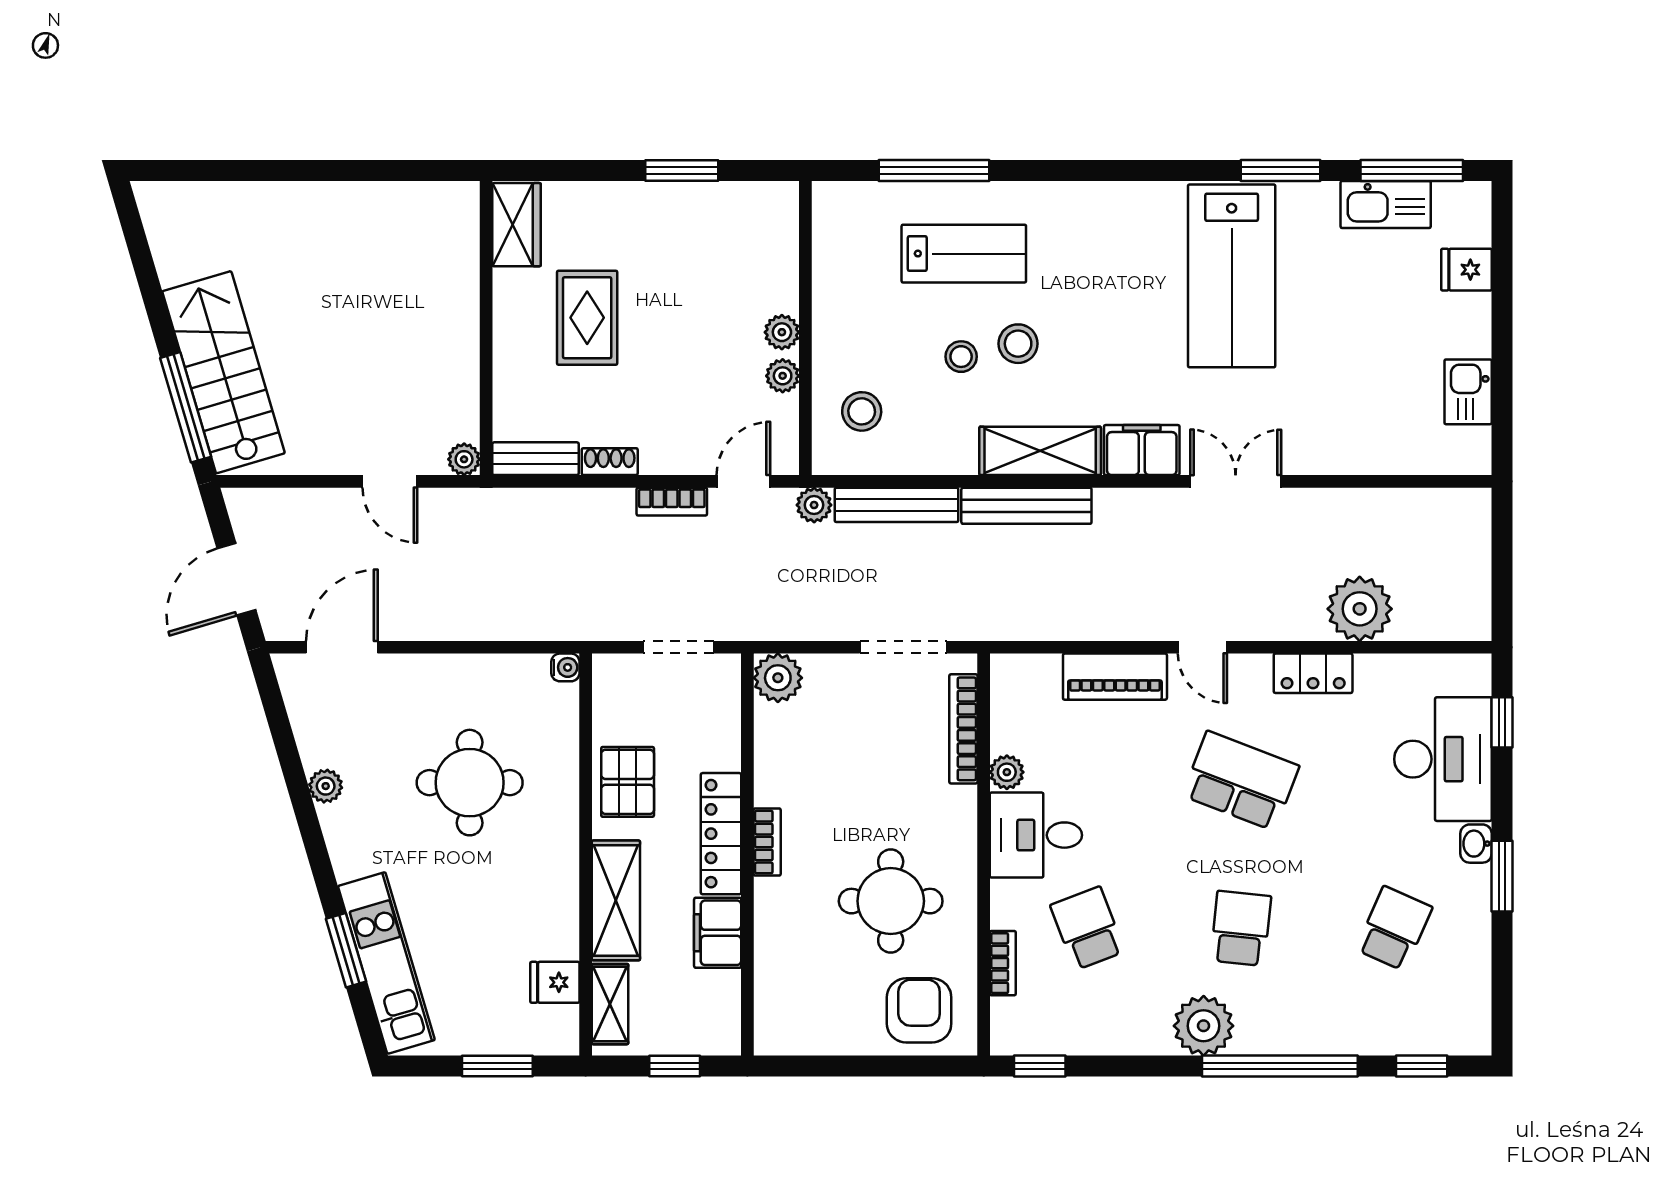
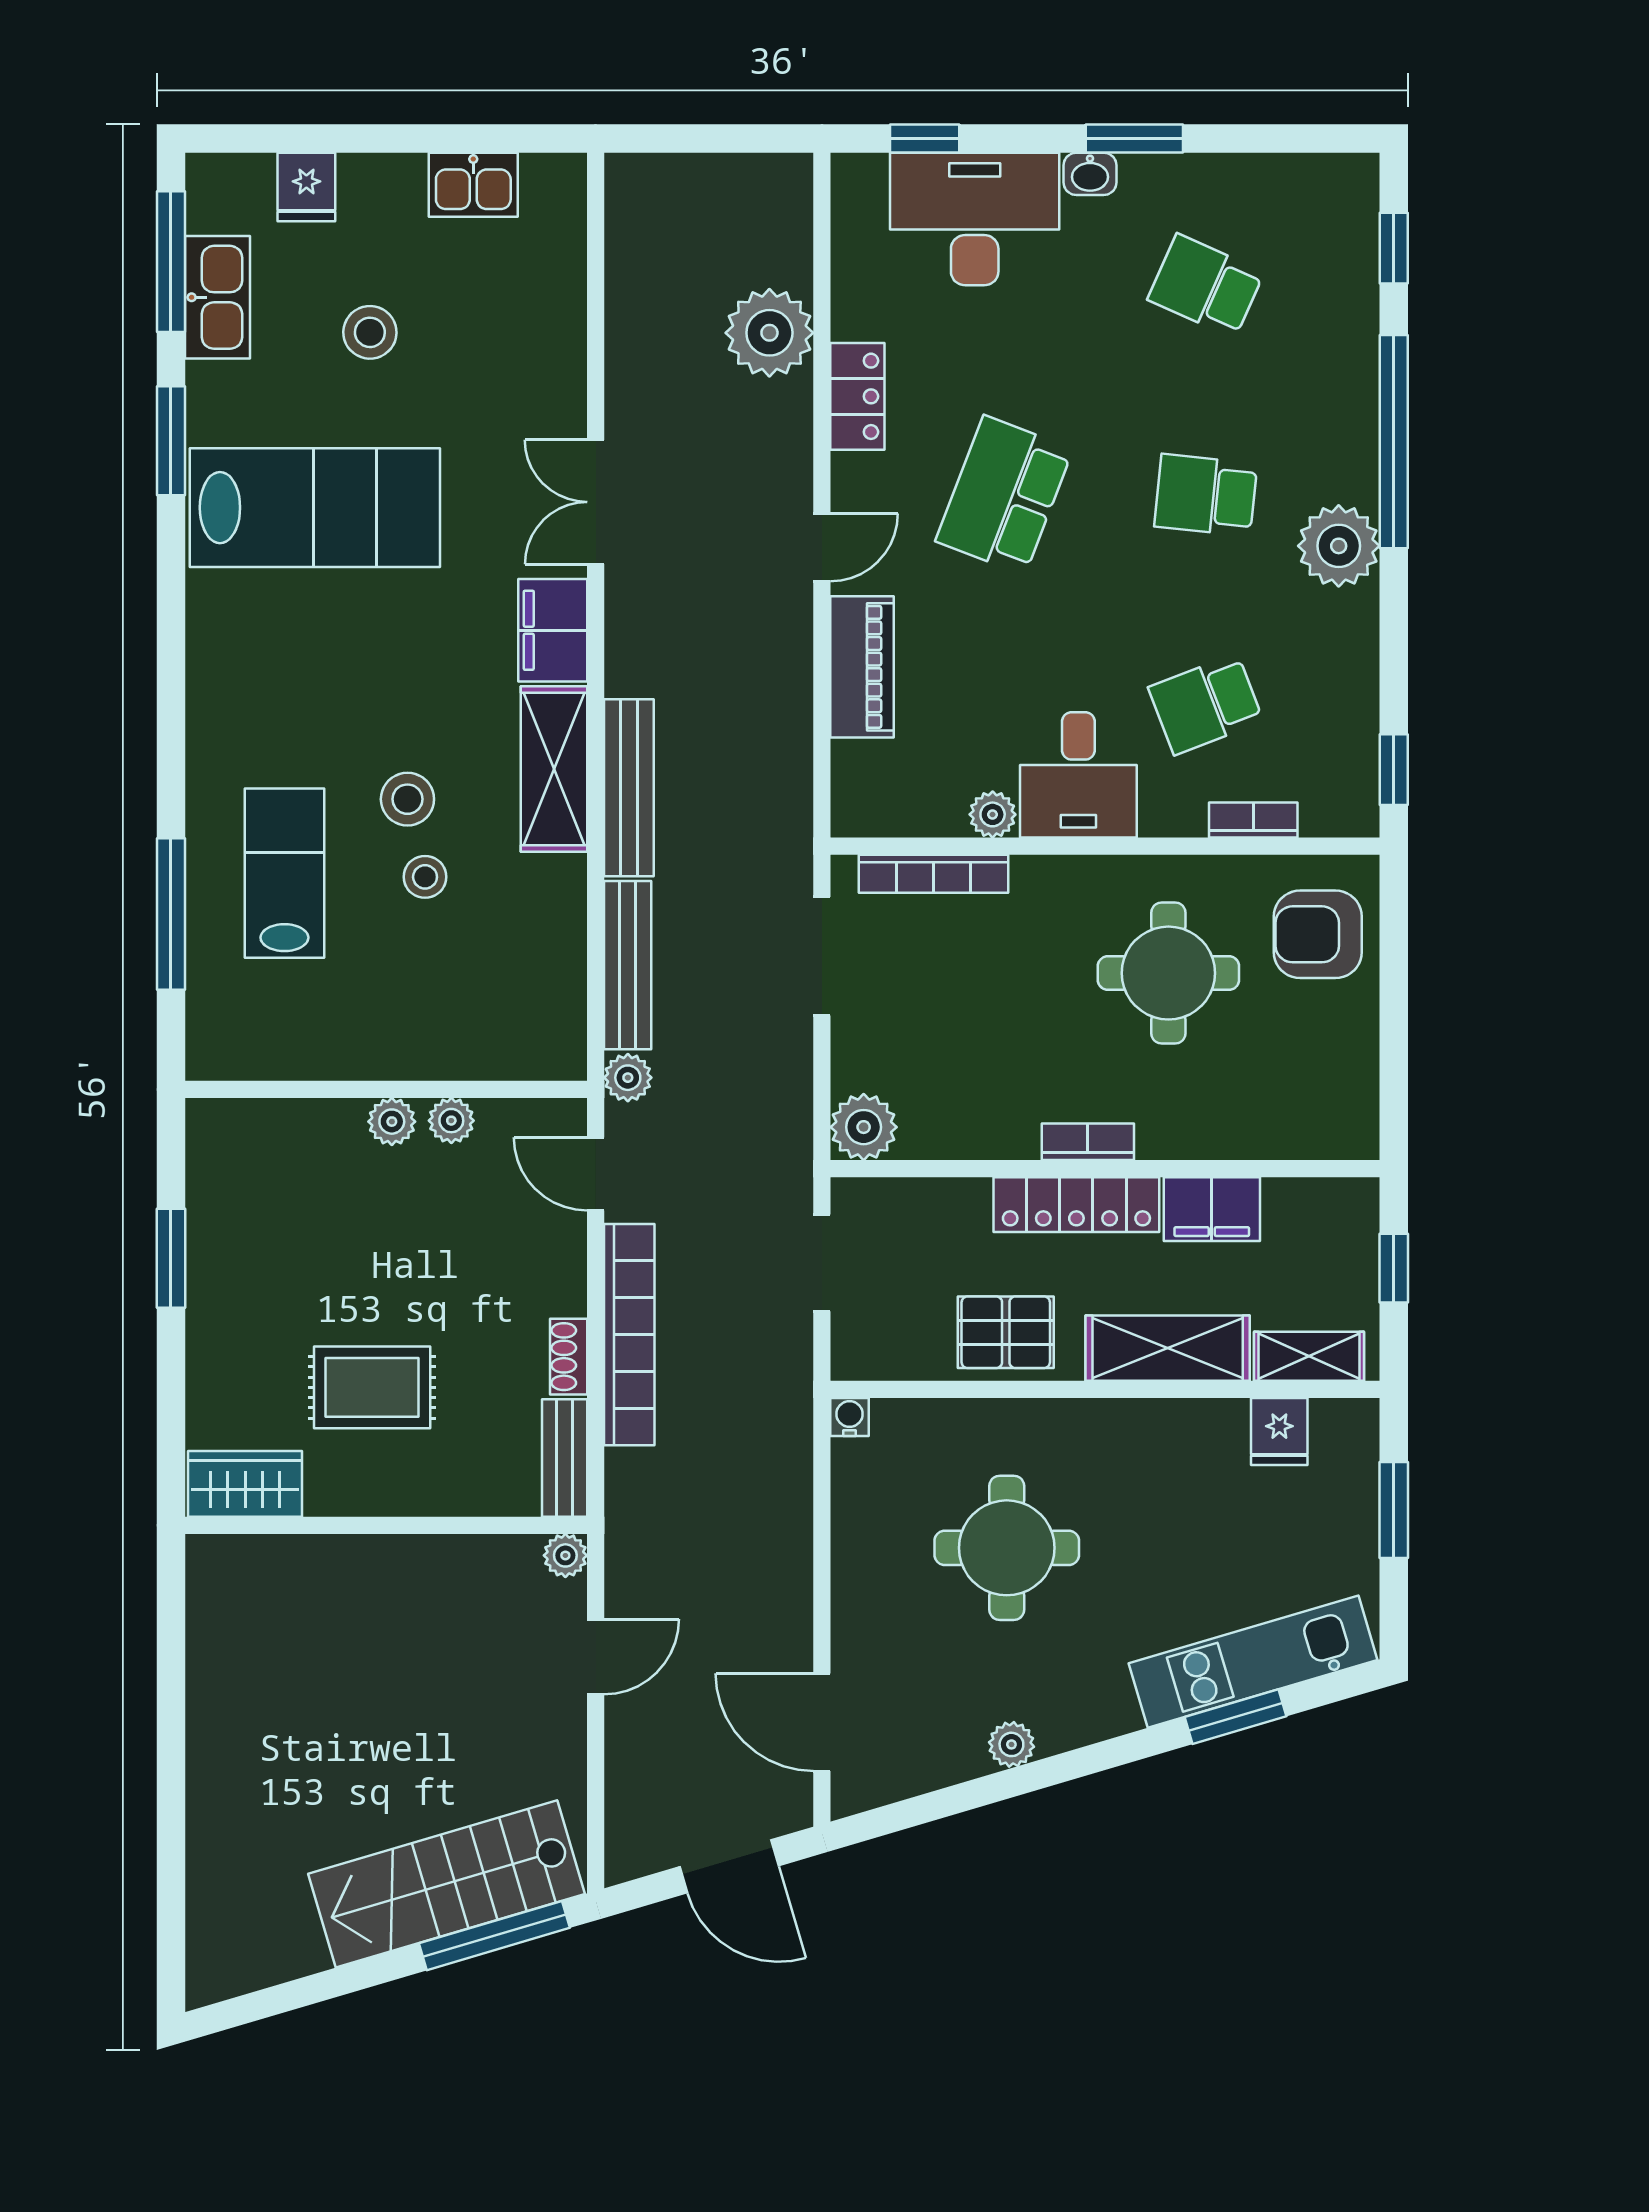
stool: (862, 411) -> (370, 332), moved
bookcase: (672, 502) -> (629, 1335), width x2.31, depth x1.31

